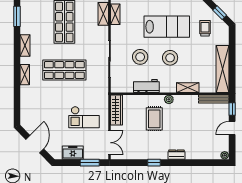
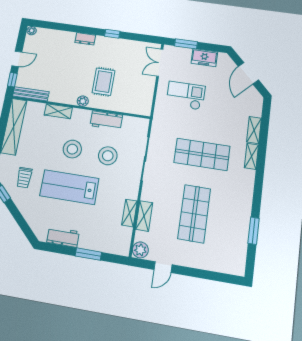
shelving: (25, 45) -> (254, 130), moved
wardrobe: (116, 110) -> (146, 98), removed

